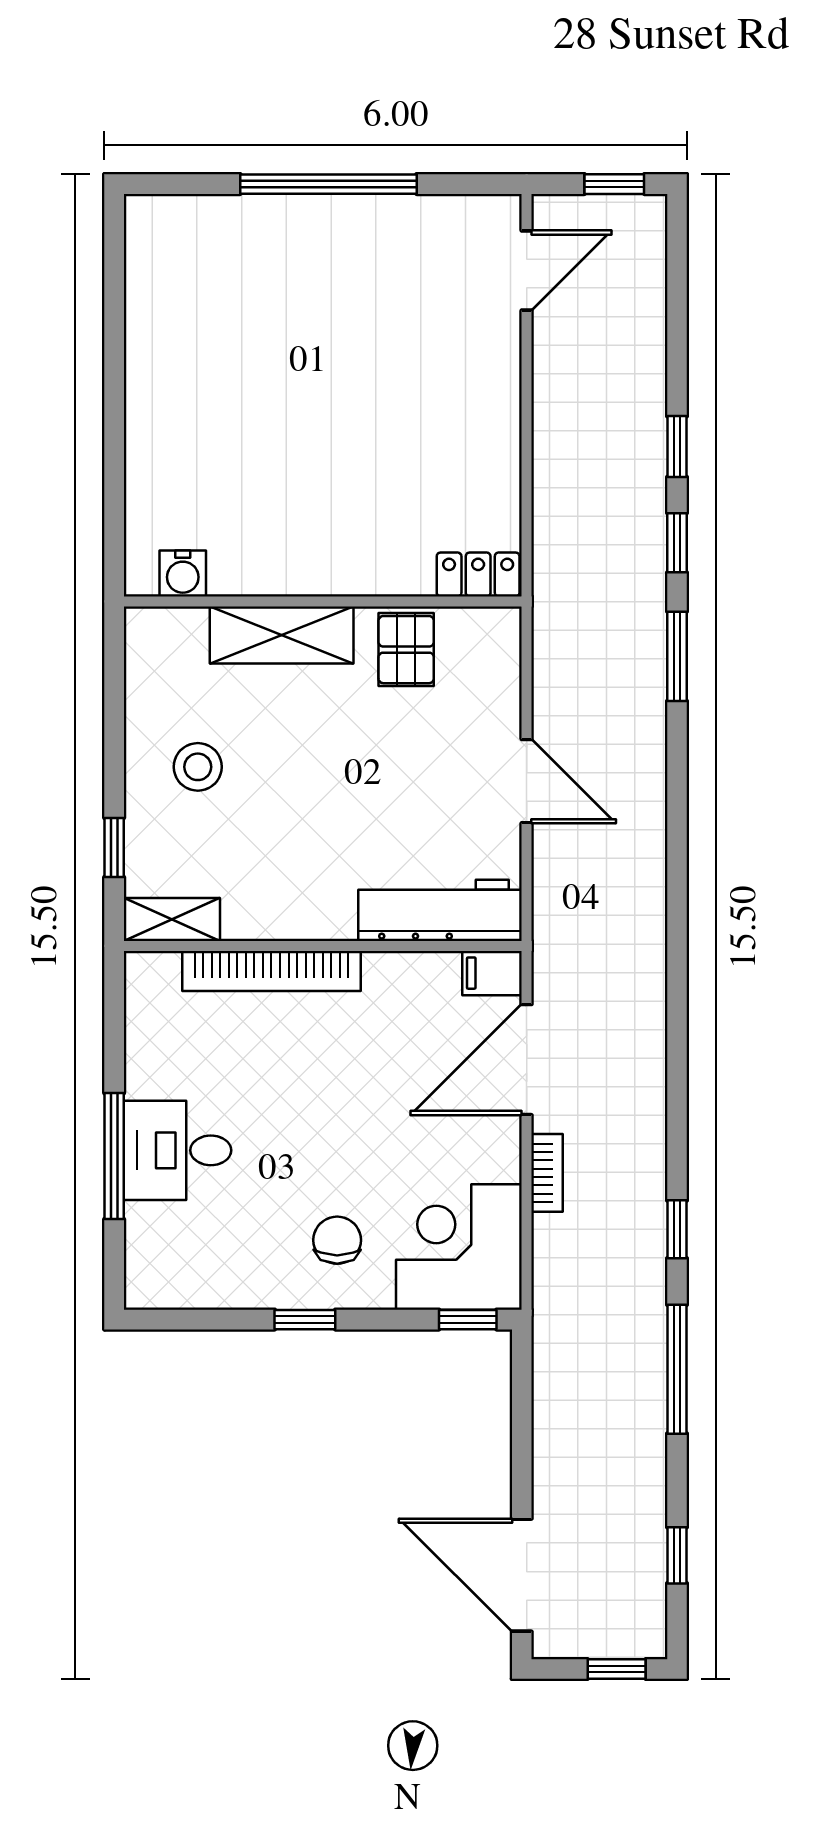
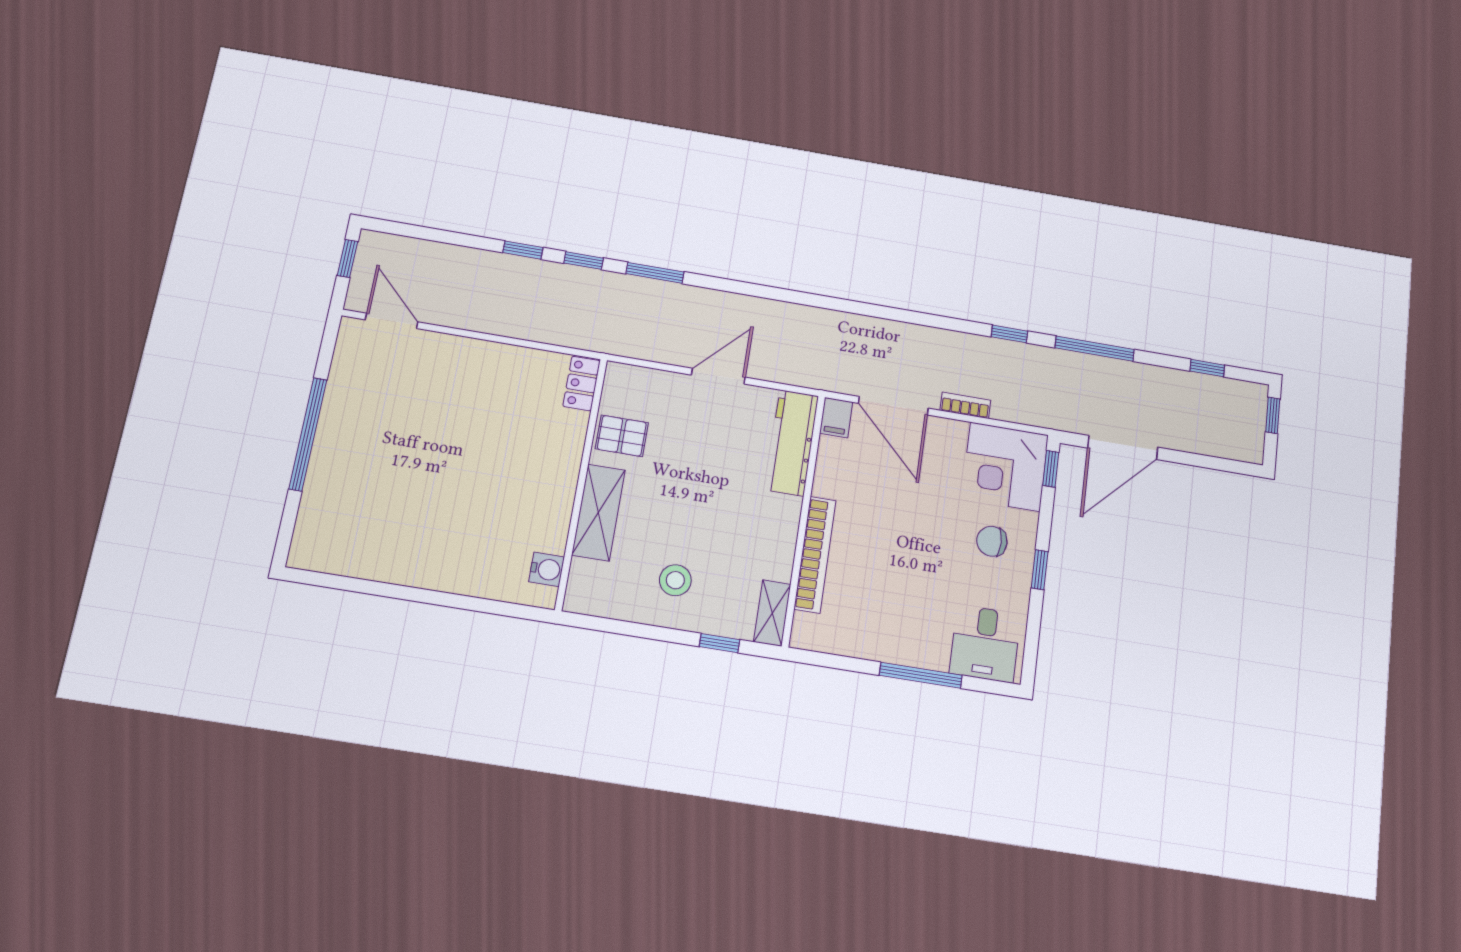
desk: (177, 1150) -> (985, 644), moved
door: (522, 1575) -> (1123, 448), moved

